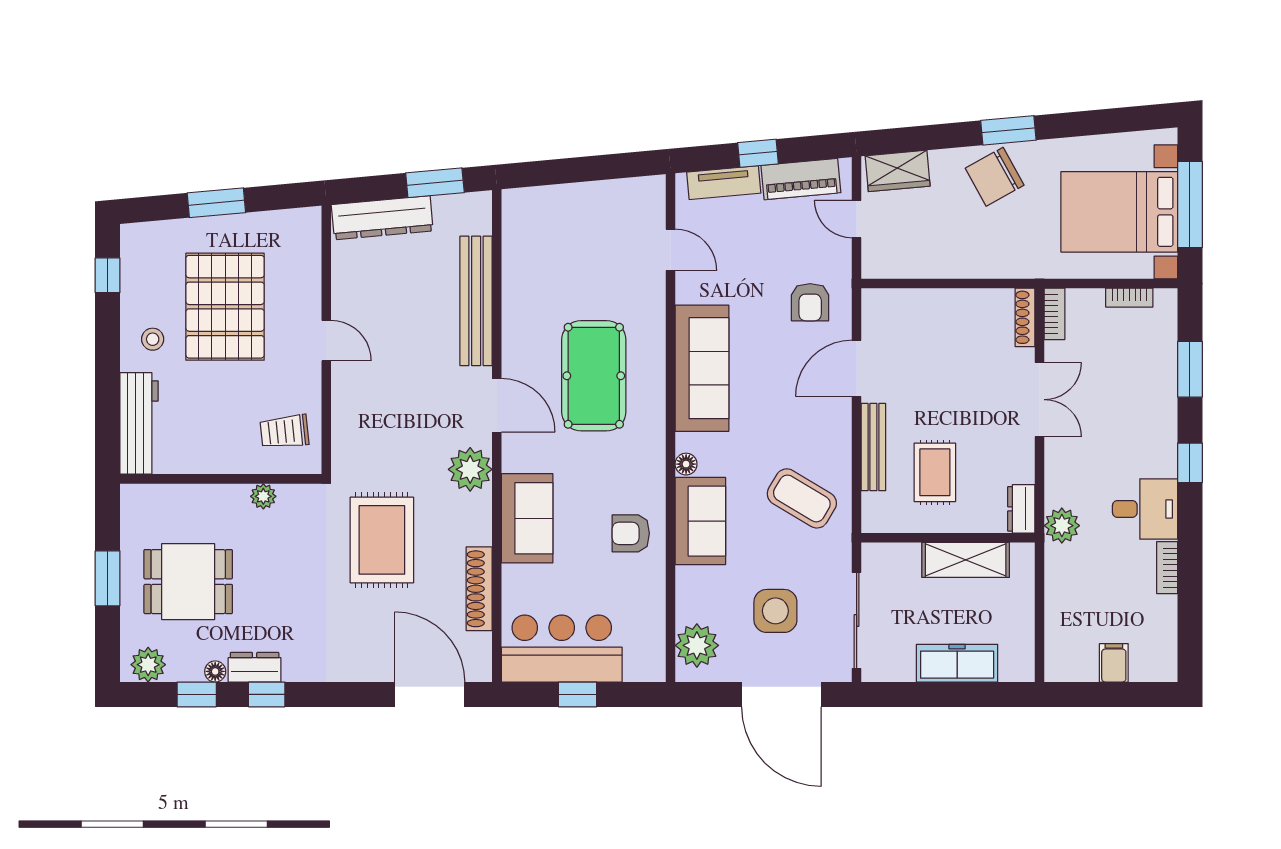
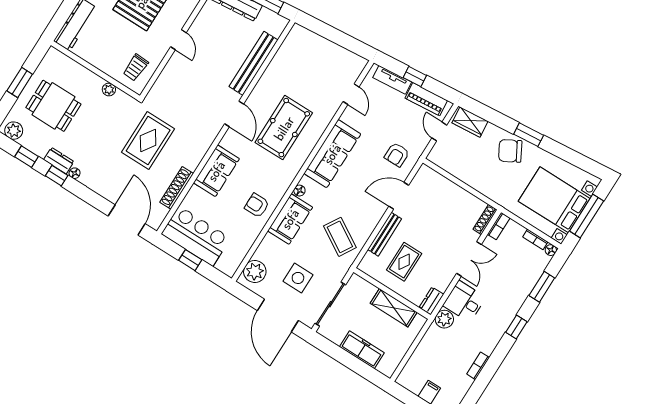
floor lamp: (1166, 299) -> (551, 250), added
trolley: (284, 432) -> (136, 67), turned -81
plant: (470, 469) -> (205, 134), removed
desk: (1145, 509) -> (464, 302), moved, turned 180
floor lamp: (215, 671) -> (75, 173), moved

